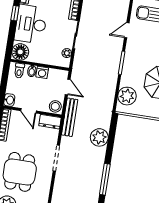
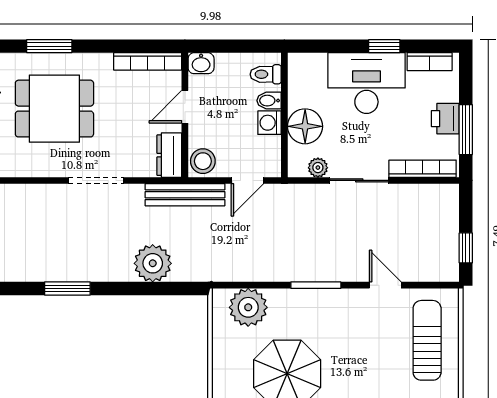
floor lamp: (20, 52) -> (305, 126), moved
window: (105, 179) -> (67, 289), width x0.69

